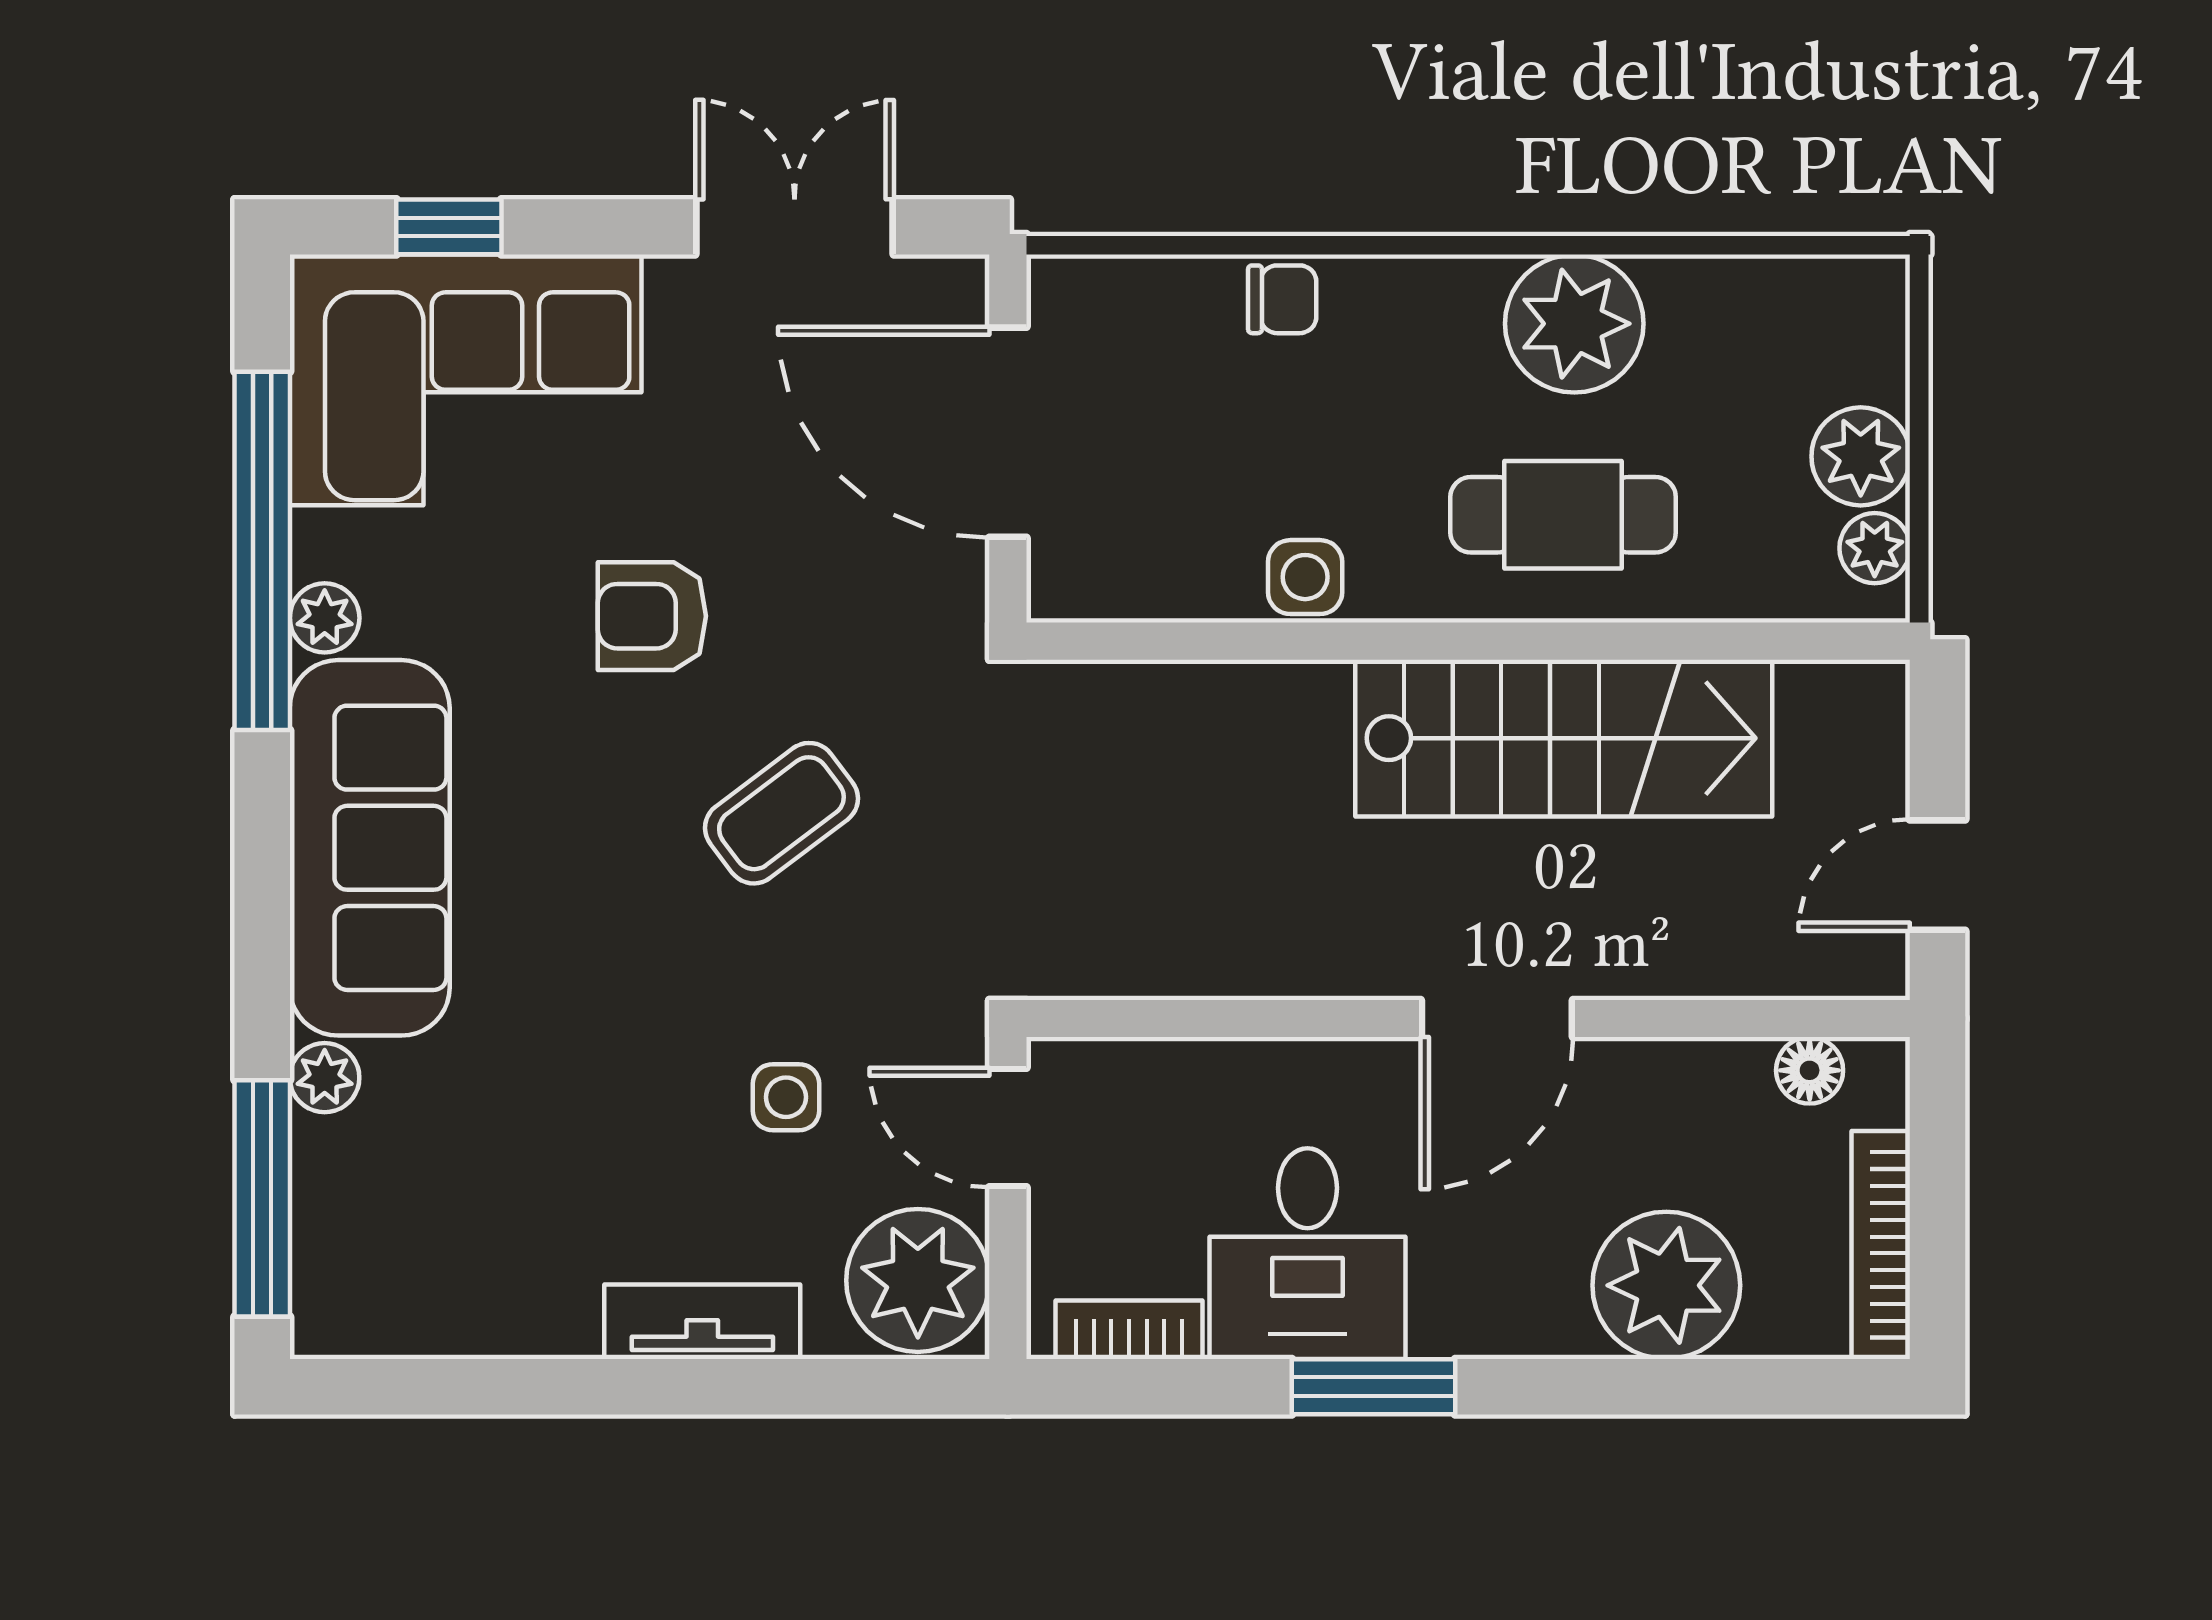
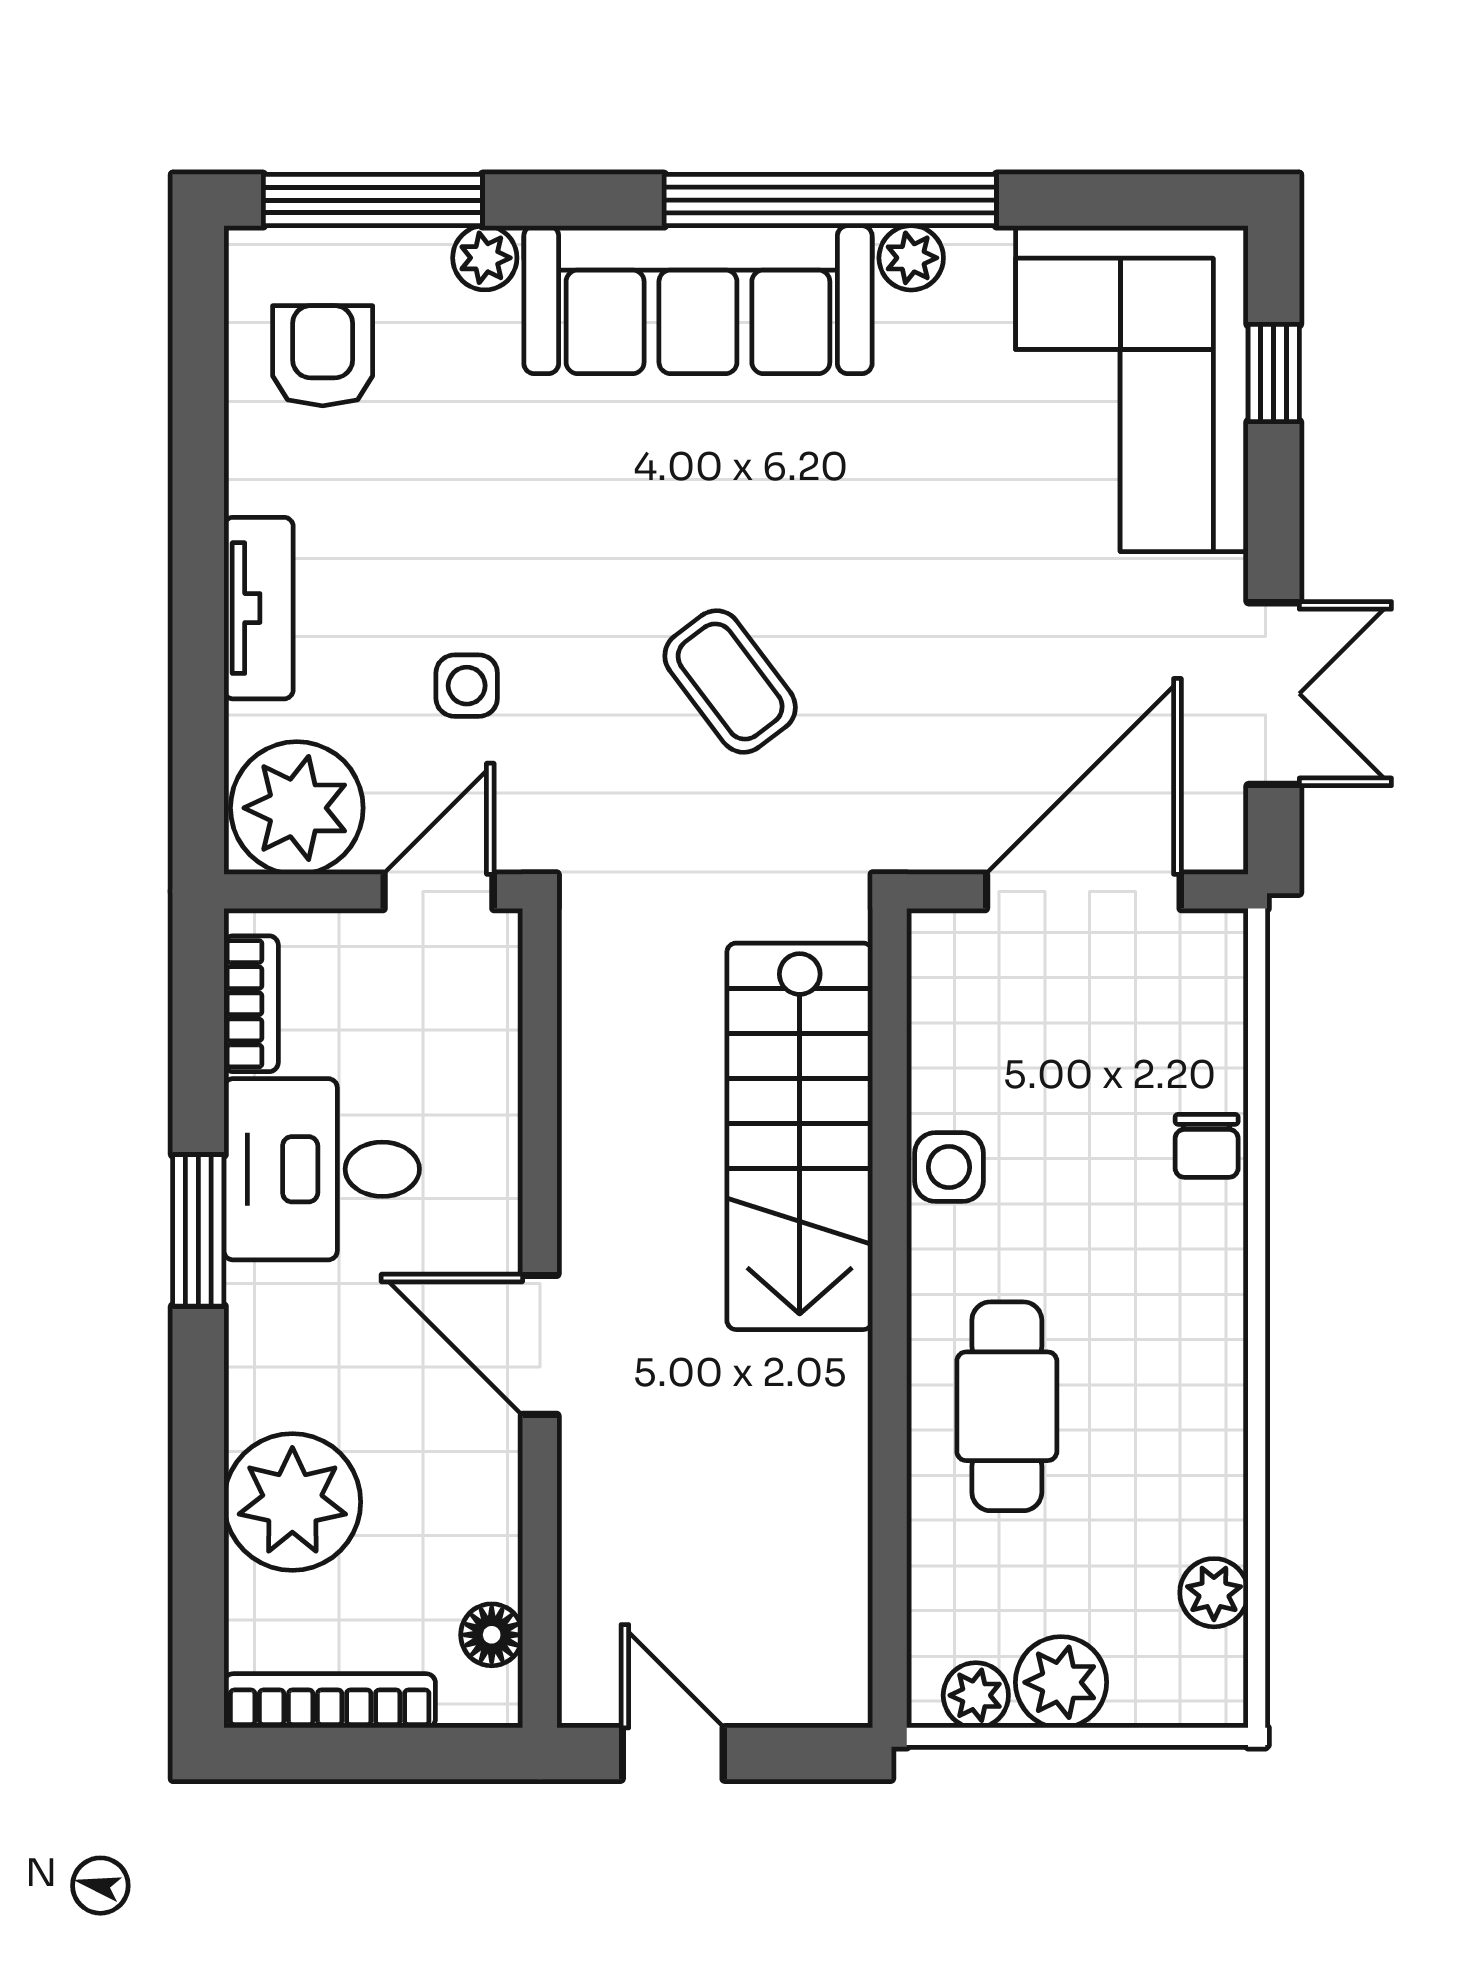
plant: (1574, 324) -> (1214, 1593), moved, width x0.53, depth x0.53
window: (262, 551) -> (830, 200), moved
armchair: (652, 616) -> (323, 356), moved
stairs: (1564, 738) -> (800, 1136), moved

